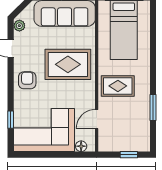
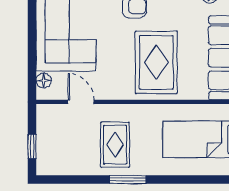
rug: (118, 86) -> (115, 145), moved
window: (153, 108) -> (128, 180), moved

